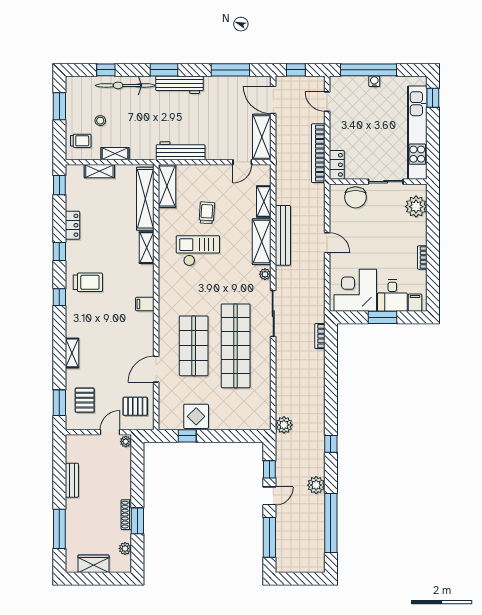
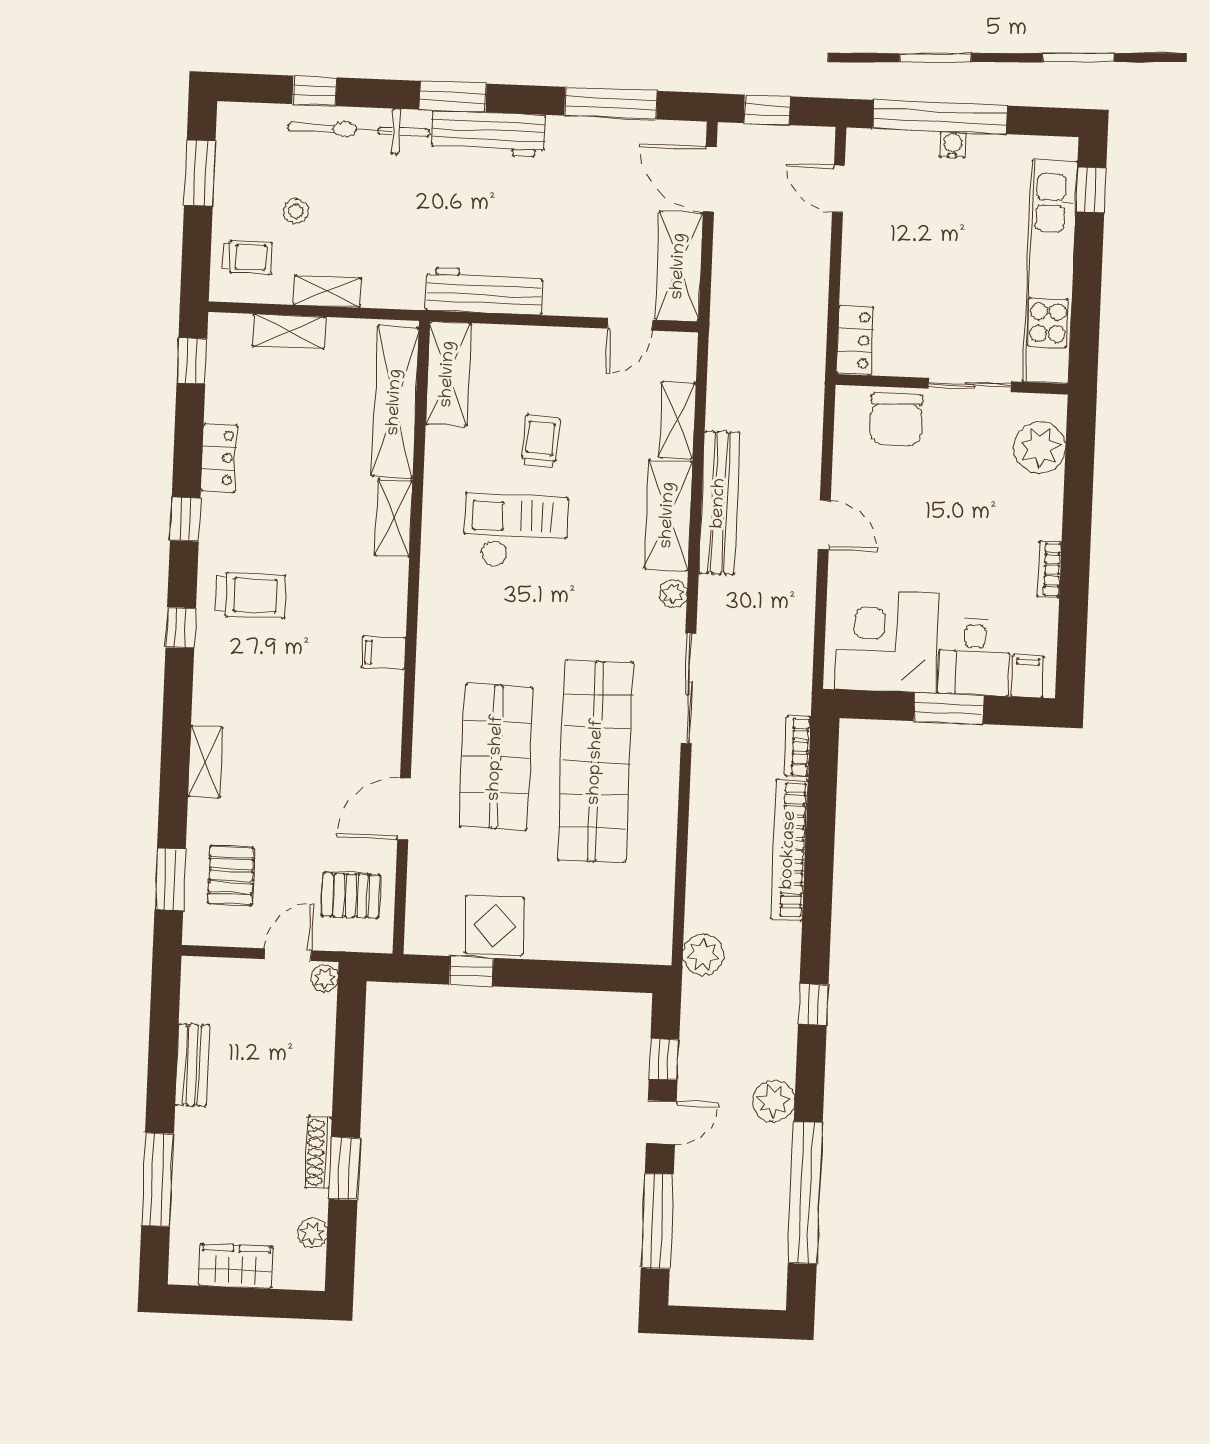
bookcase: (318, 153) -> (789, 850), moved

